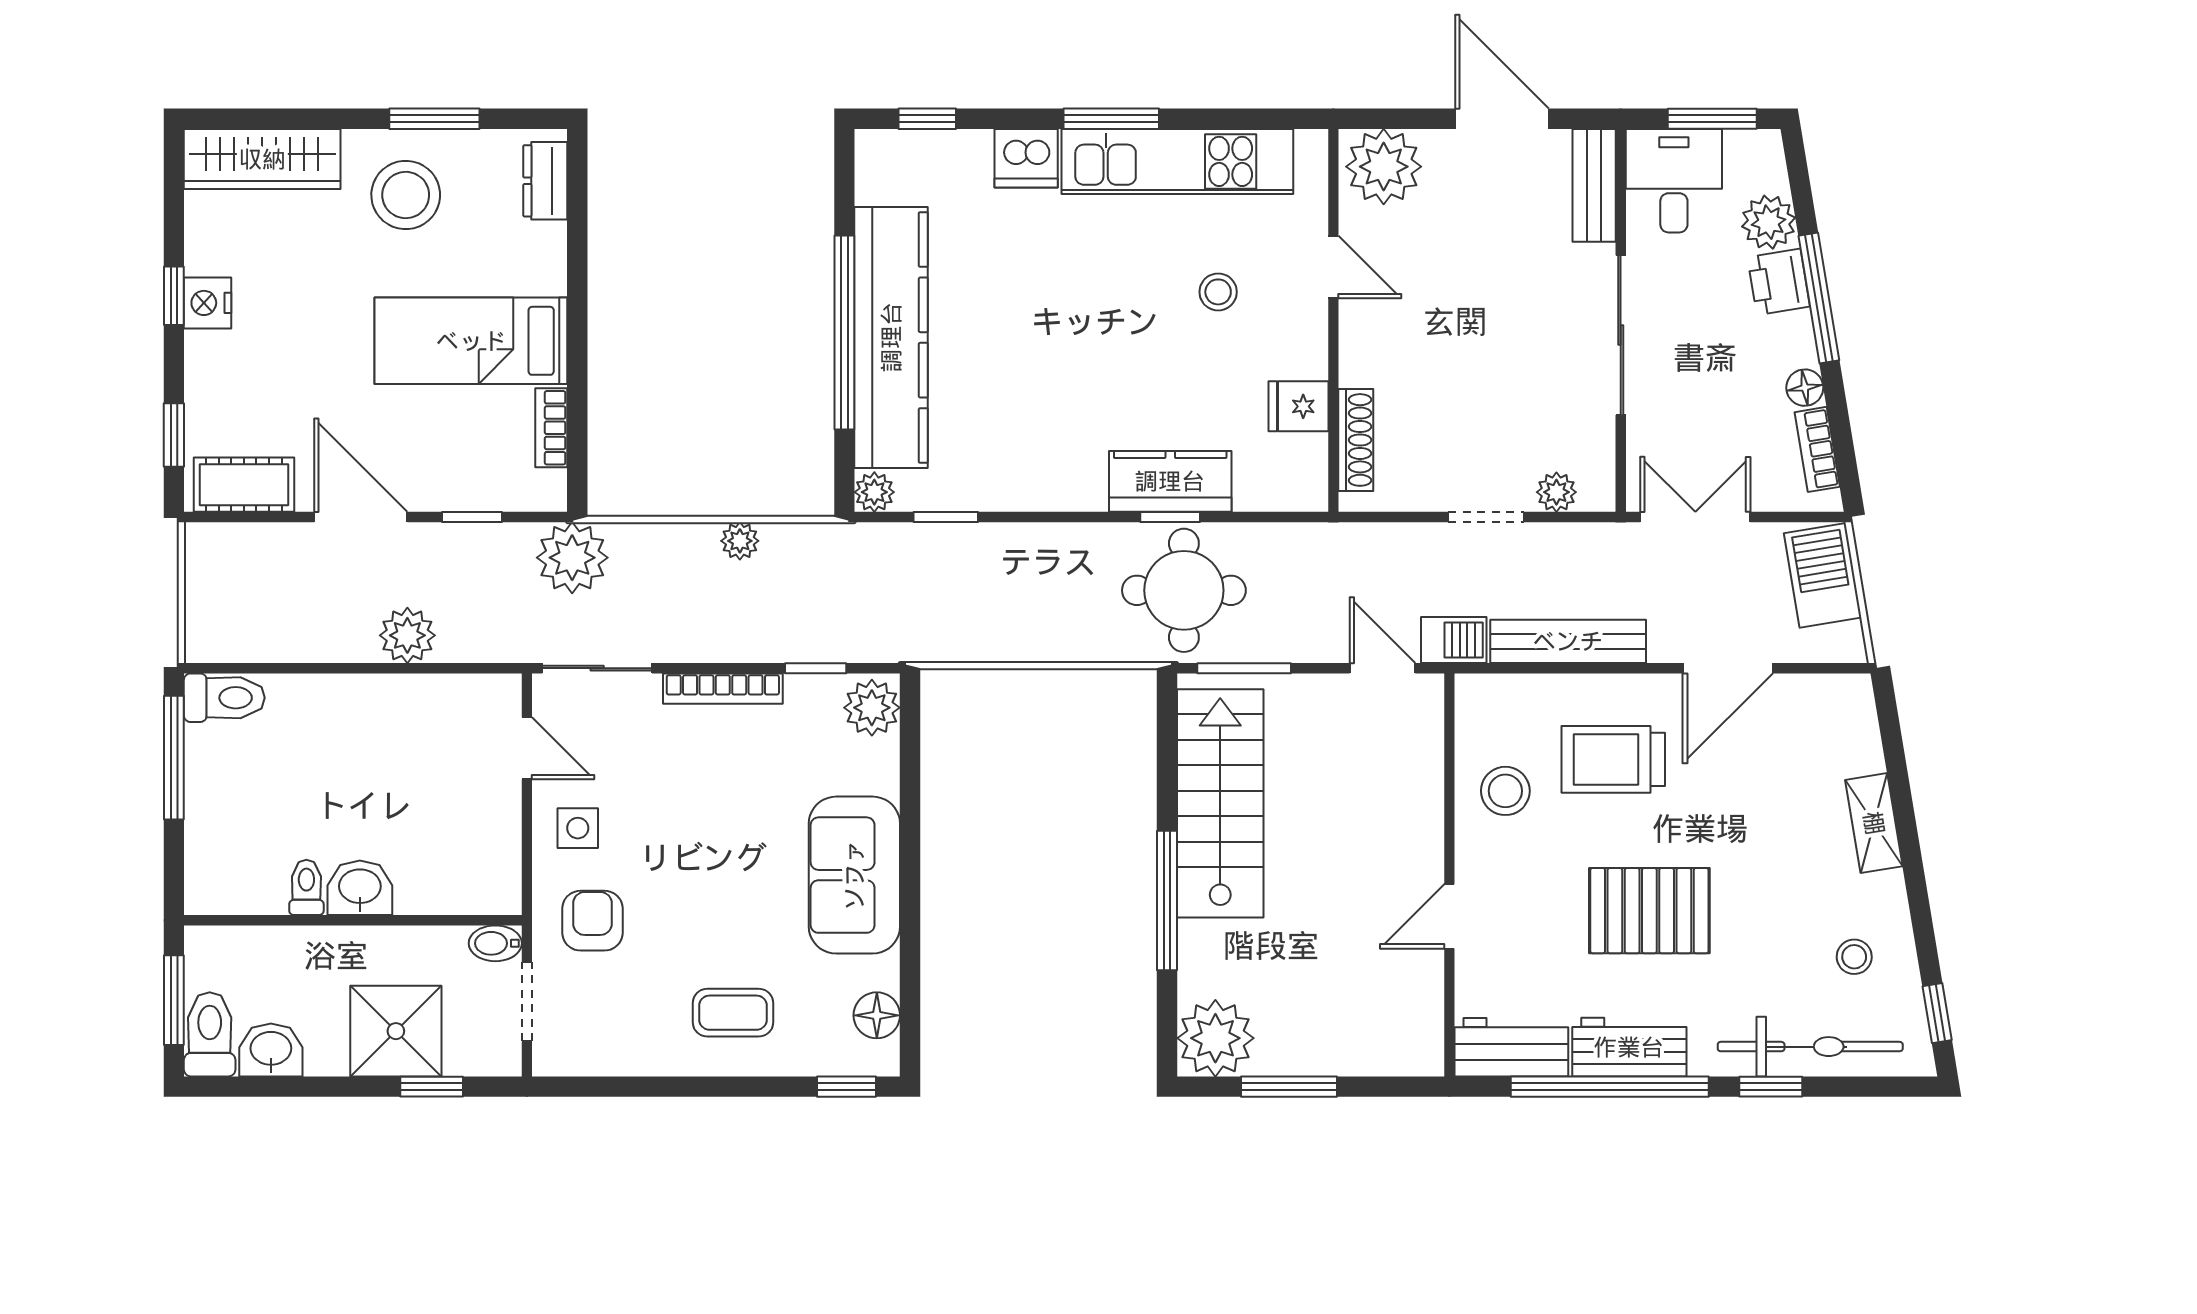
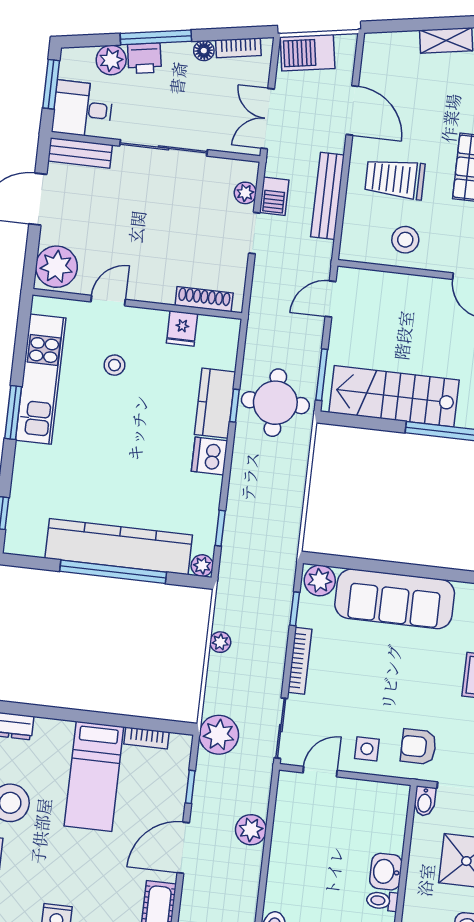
dishwasher: (1026, 158) -> (209, 456), moved, turned 180
barbecue: (1454, 640) -> (274, 196), moved, turned 180
trolley: (1613, 759) -> (395, 179), turned 90
sofa: (854, 875) -> (395, 599), width x1.36

